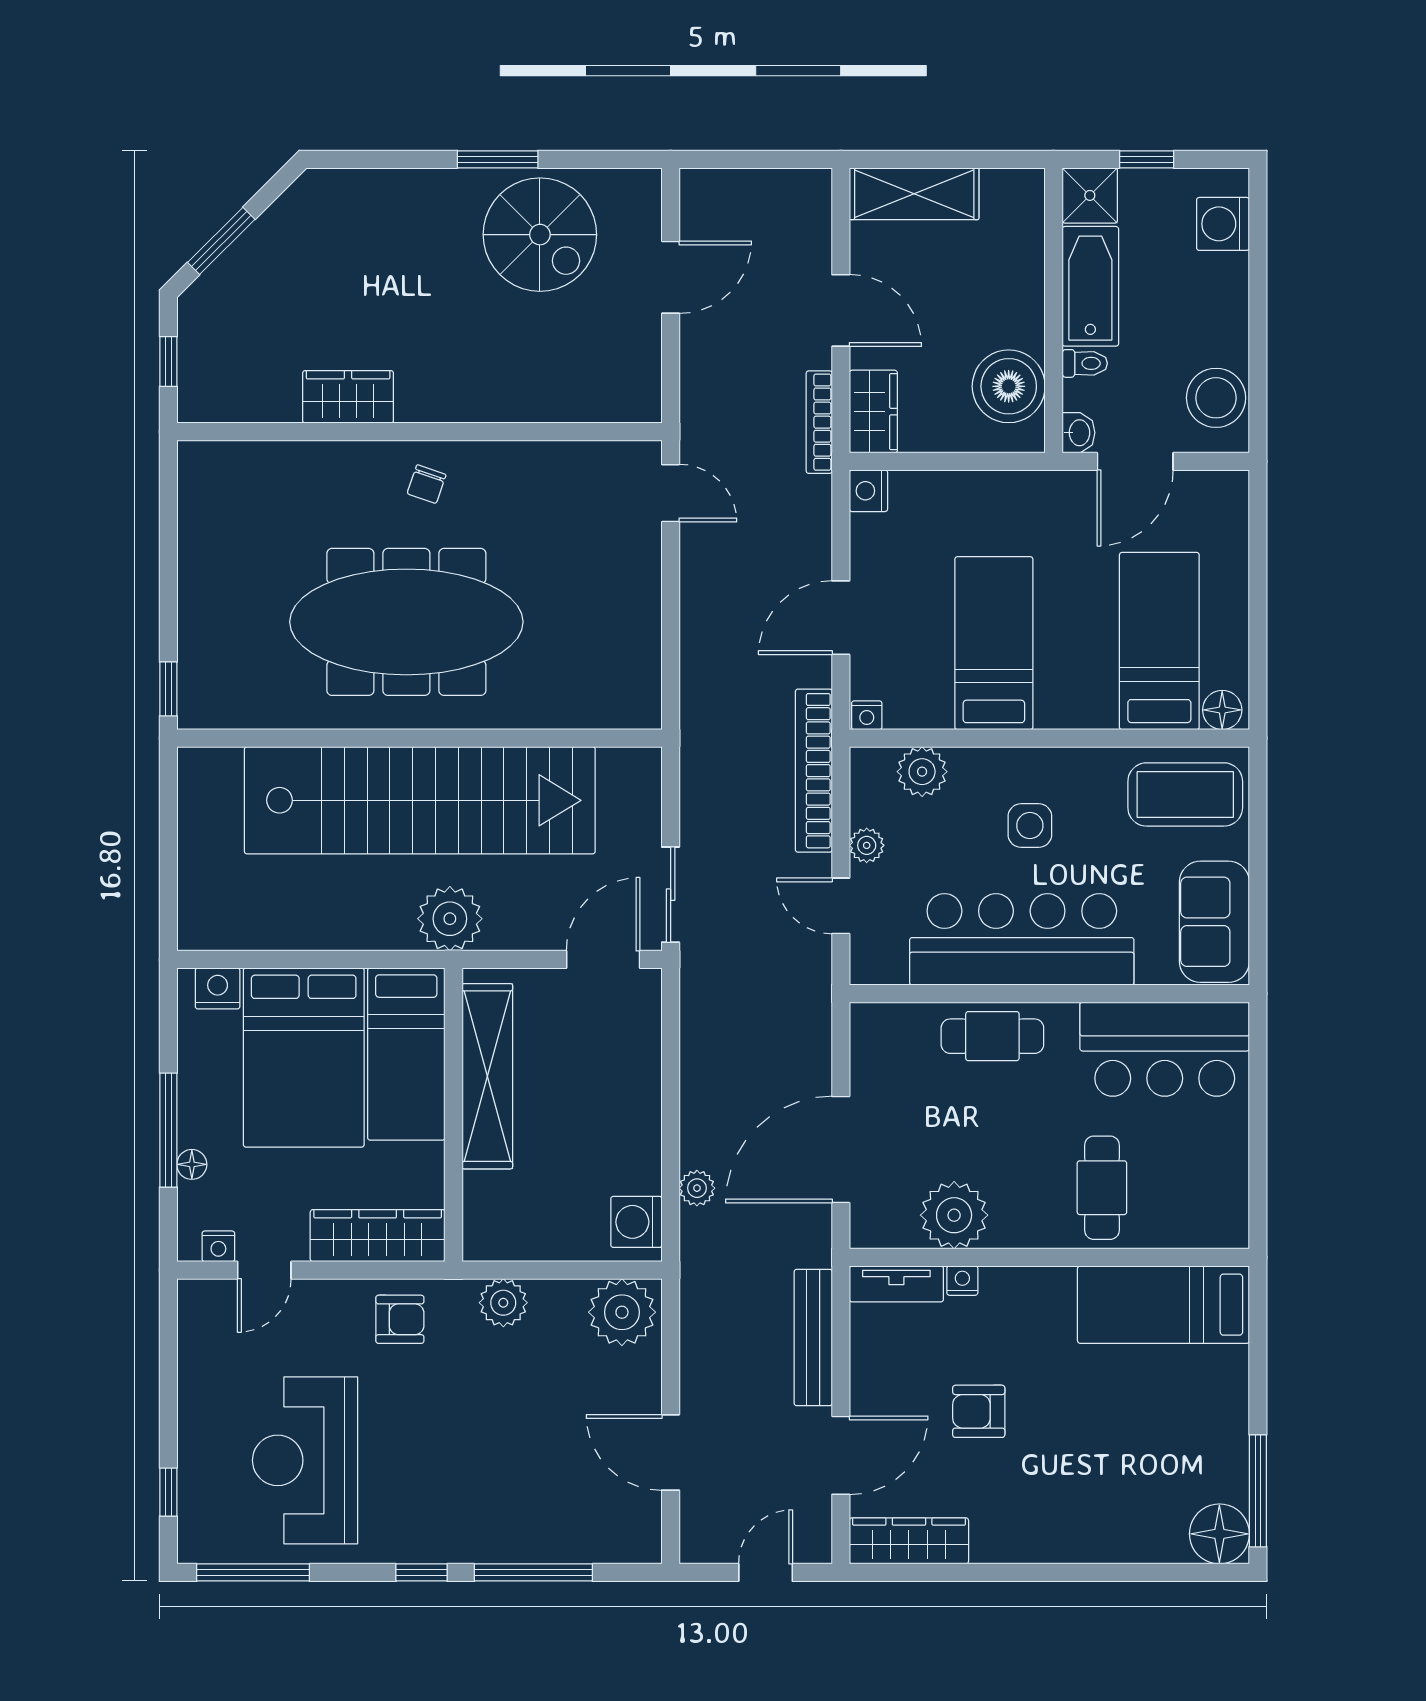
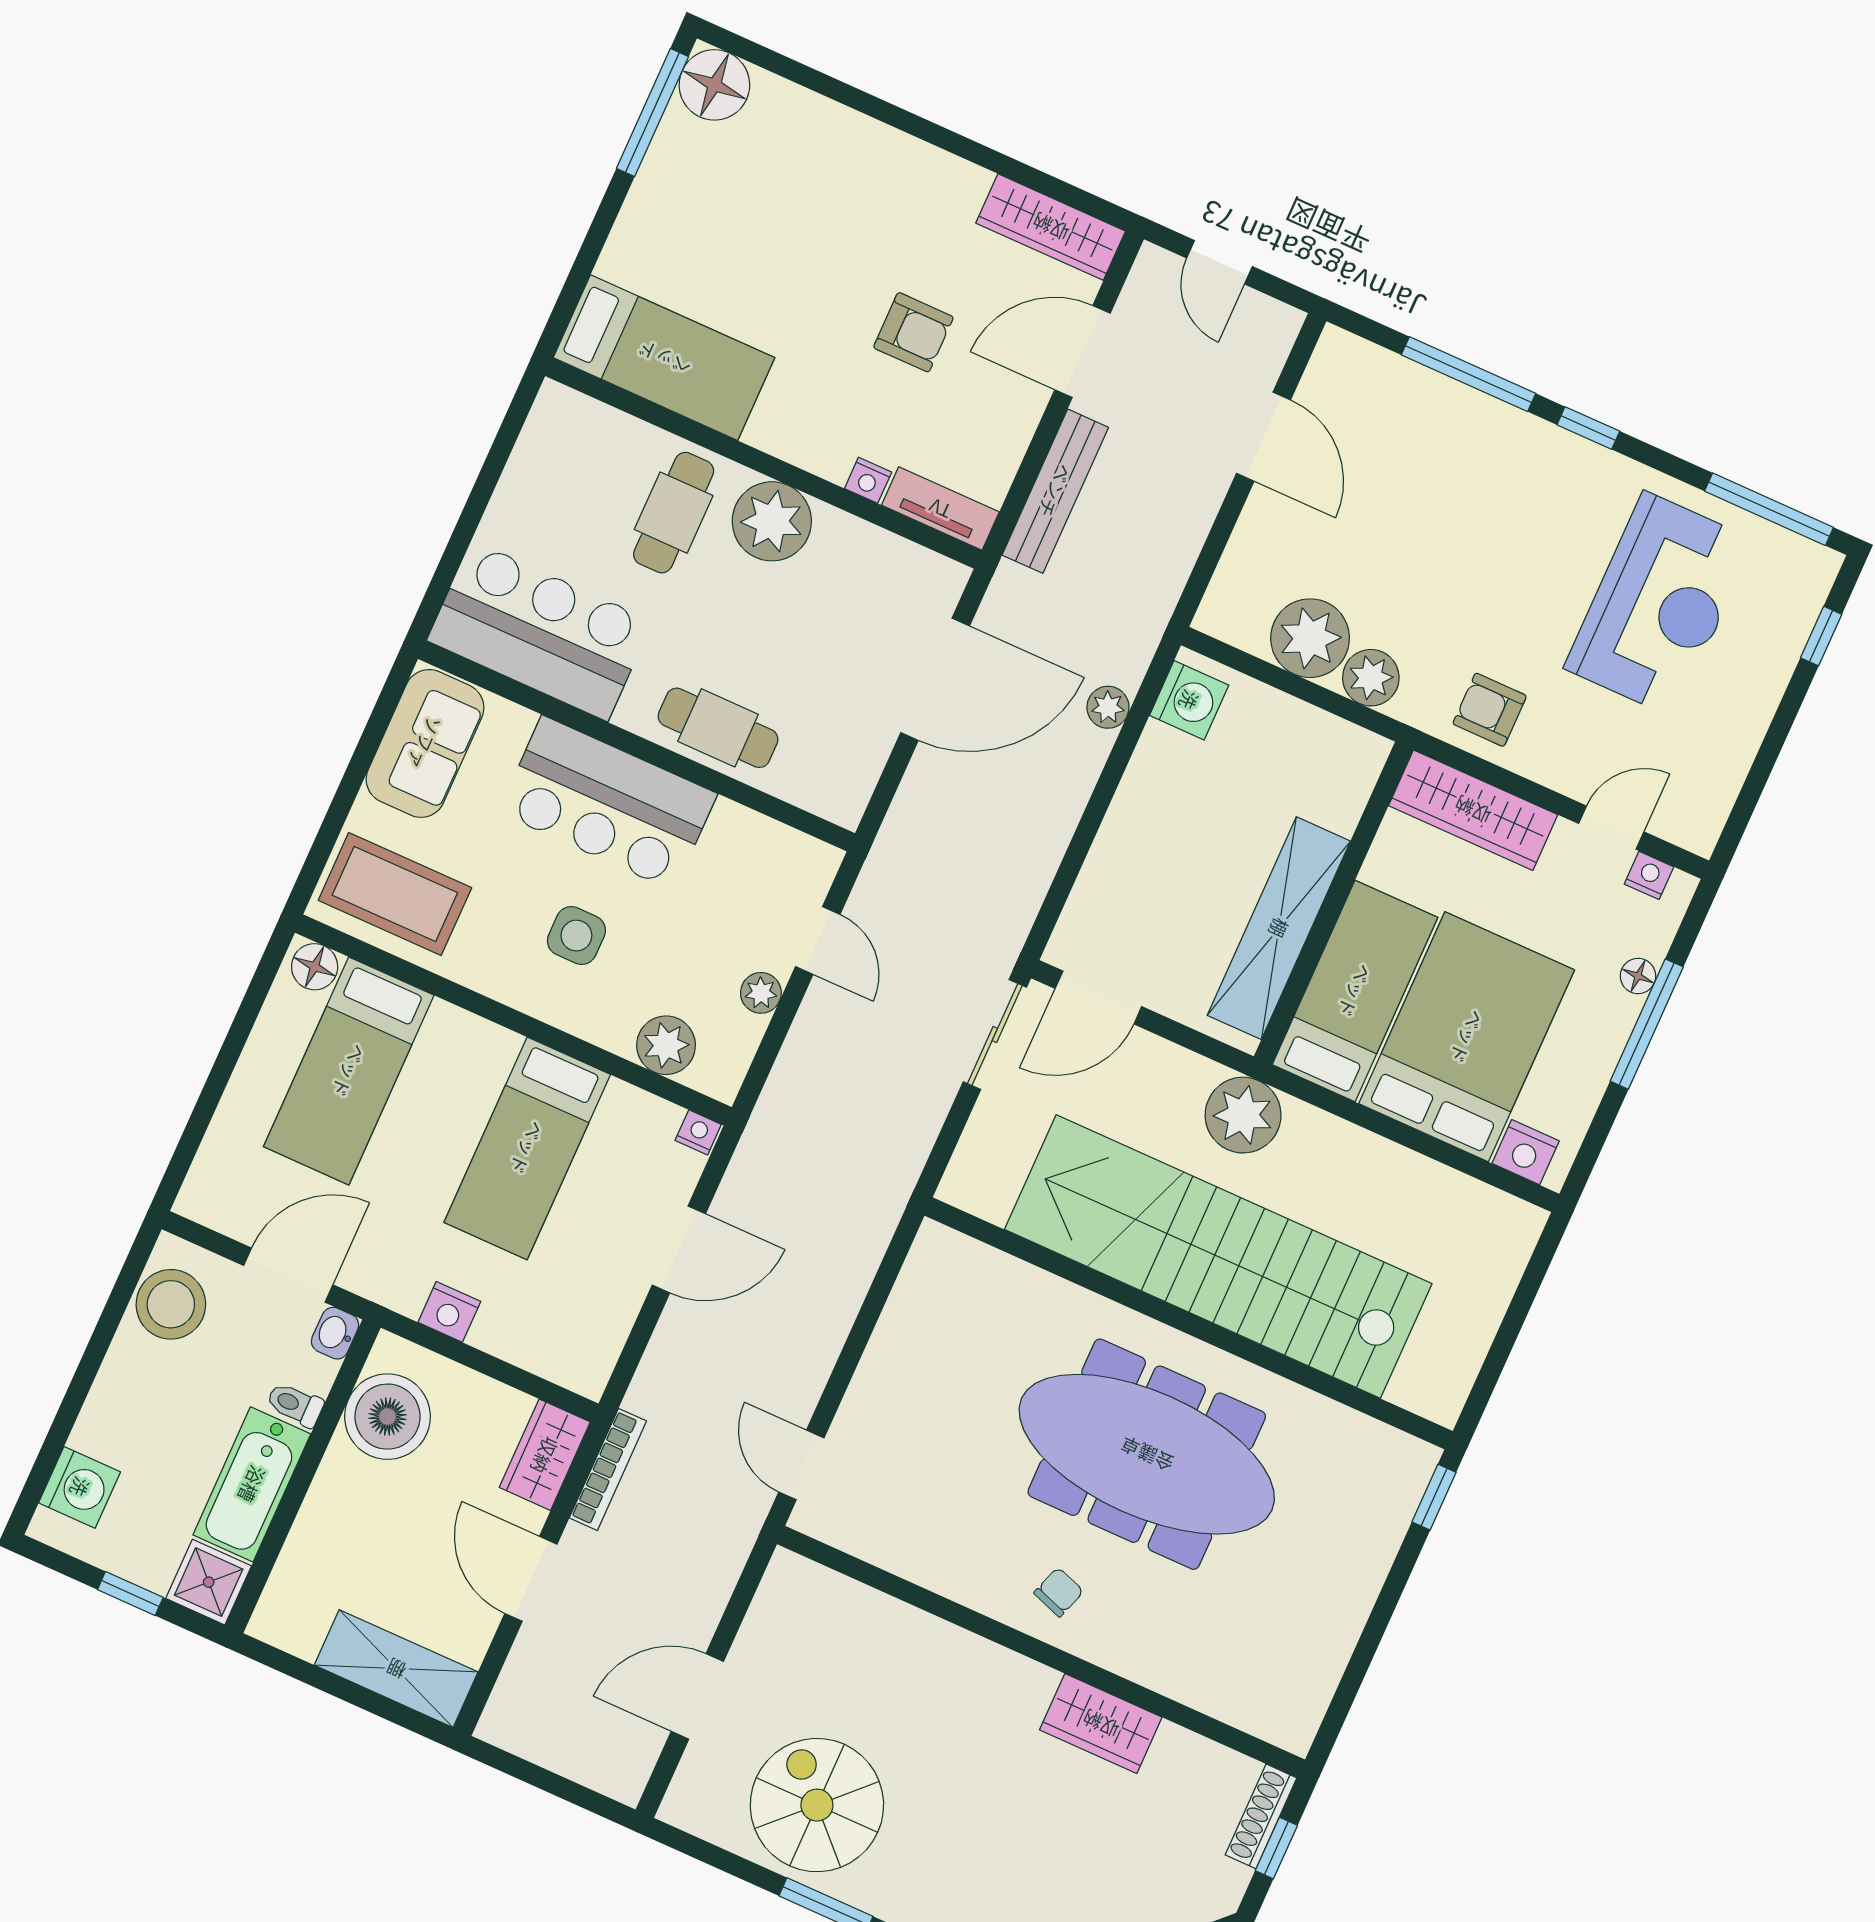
shoe rack: (191, 381) -> (1261, 1816), added
nightstand: (868, 491) -> (449, 1312), moved, turned 90
bookcase: (814, 771) -> (782, 1098), removed
bar counter: (1022, 939) -> (608, 803), width x0.73
plant: (954, 1215) -> (772, 521), moved
plant: (622, 1312) -> (1310, 638), moved
door: (766, 1572) -> (1220, 262), hinge flipped

